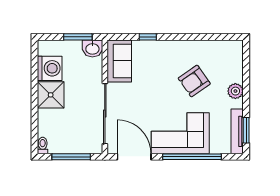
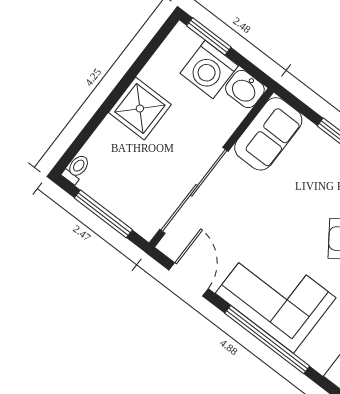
window: (78, 37) -> (209, 36), moved
washing machine: (50, 68) -> (209, 69), moved, turned 90
door: (134, 157) -> (189, 279), width x0.73

